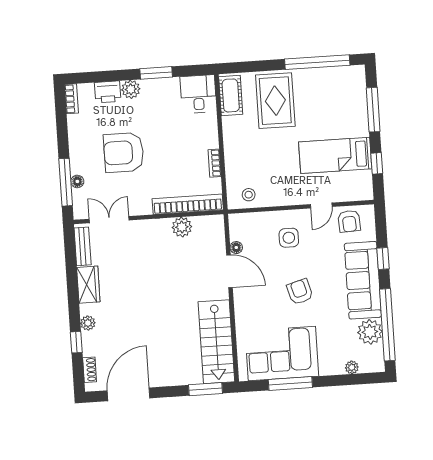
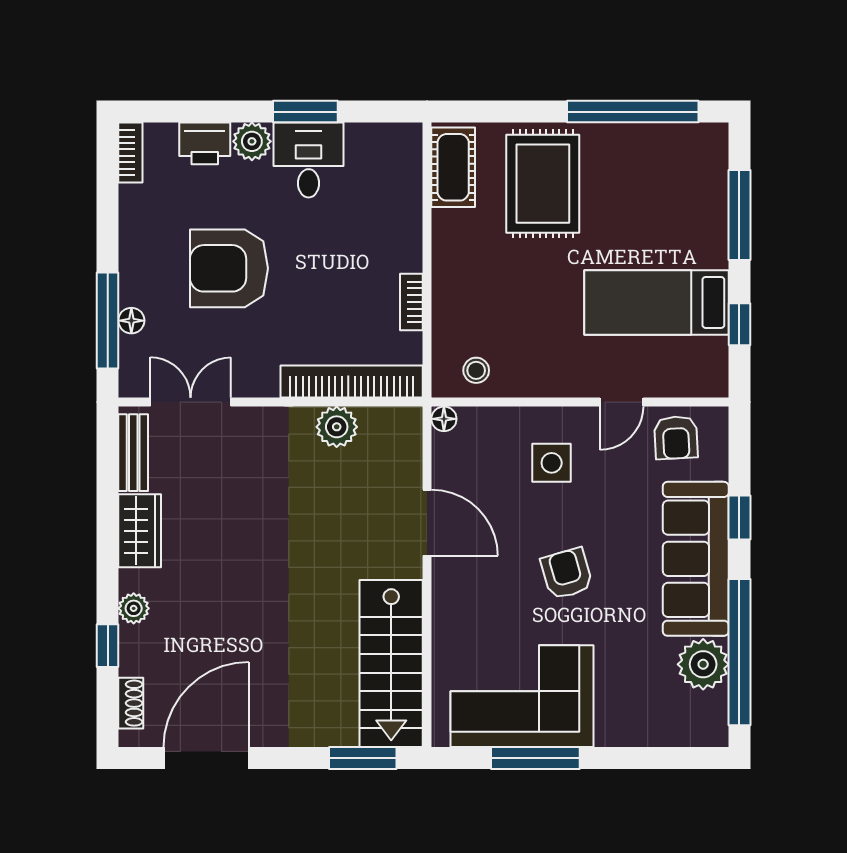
desk: (198, 94) -> (309, 160), moved
floor lamp: (236, 248) -> (444, 419), moved
plant: (352, 367) -> (662, 734), removed

